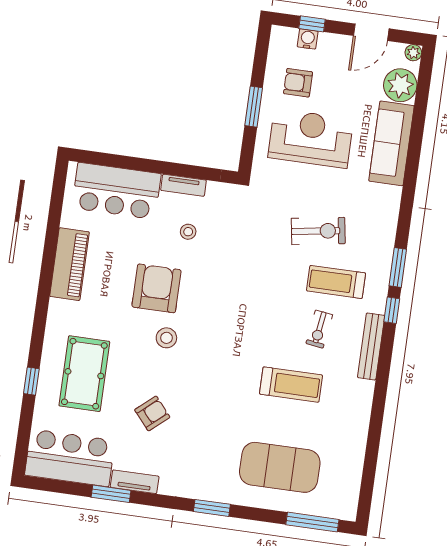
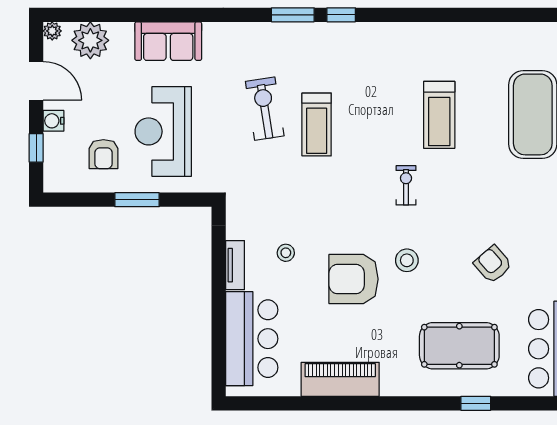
water cooler: (308, 39) -> (53, 121), moved
sofa: (391, 143) -> (168, 41), width x0.73
treadmill: (336, 282) -> (317, 125), moved
exercise bike: (319, 329) -> (406, 185), moved, turned -98
bench: (371, 346) -> (385, 32), removed
treadmill: (291, 385) -> (439, 115), turned 180

